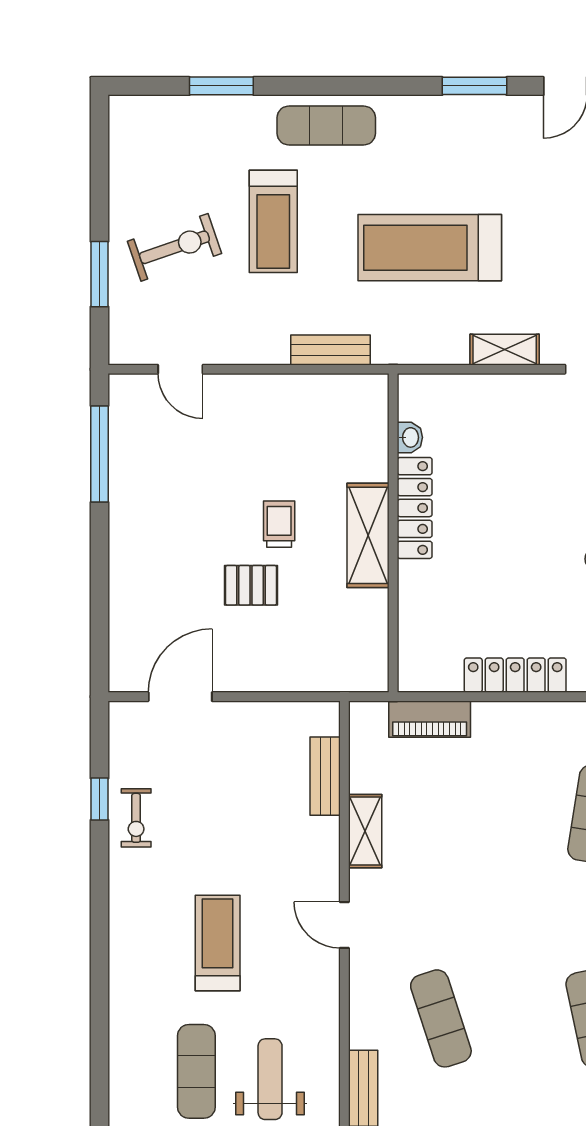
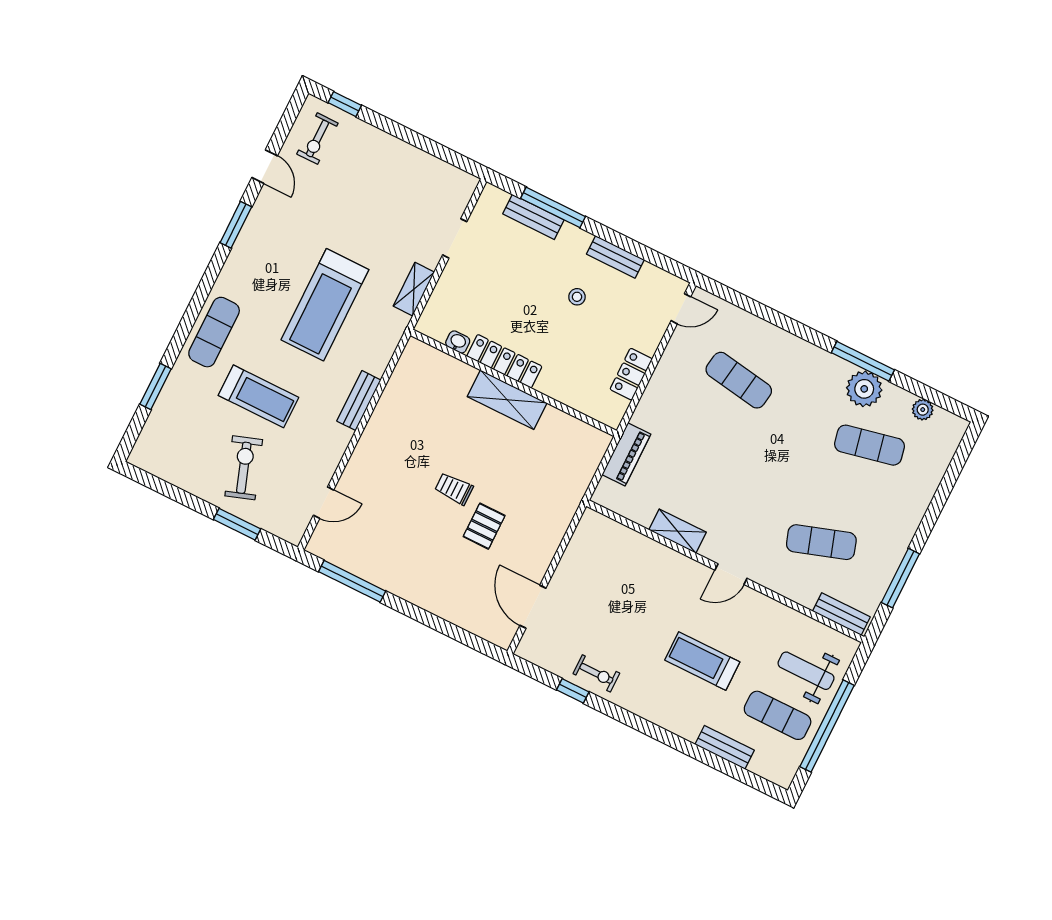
washbasin: (410, 437) -> (458, 342), moved
locker: (415, 508) -> (504, 361), moved
wall: (393, 533) -> (513, 383), moved
shelving: (368, 535) -> (507, 400), moved
locker: (515, 675) -> (631, 374), width x0.66
bench: (325, 776) -> (725, 747), moved

